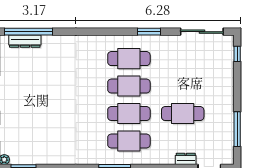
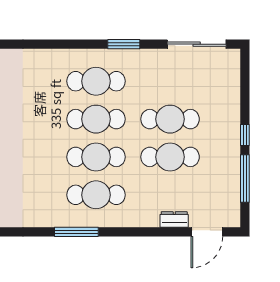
window: (237, 54) -> (245, 135), moved
cafe table: (183, 86) -> (170, 119), added

